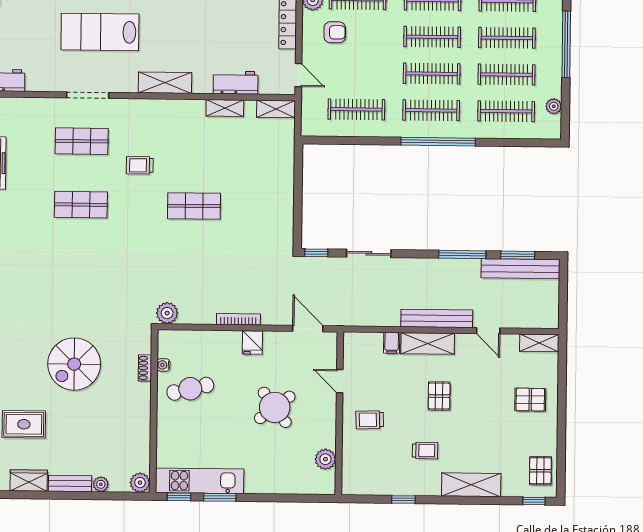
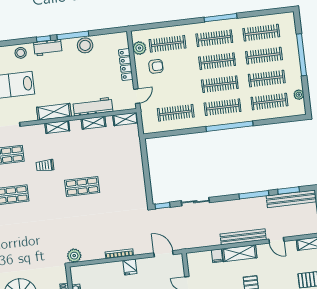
door: (298, 75) -> (137, 96), hinge flipped
workbench: (236, 83) -> (93, 107), width x1.38
shelving: (167, 107) -> (57, 127), added

